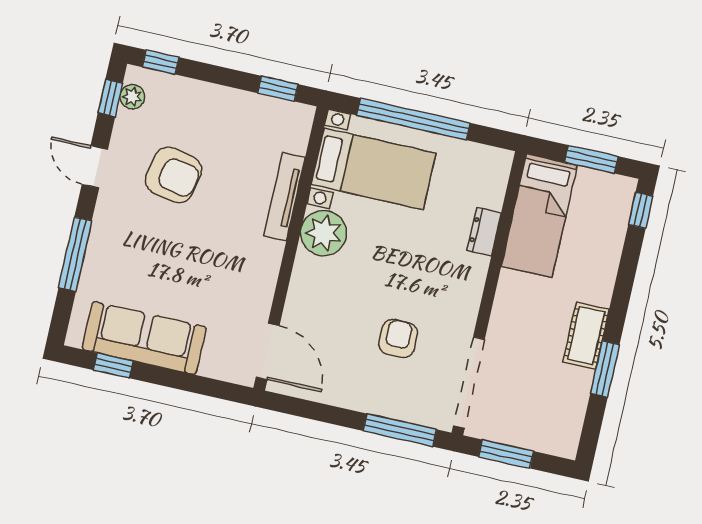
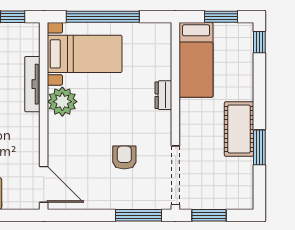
dresser: (484, 232) -> (163, 95), moved
cot: (586, 336) -> (239, 129), width x1.37, depth x1.34

